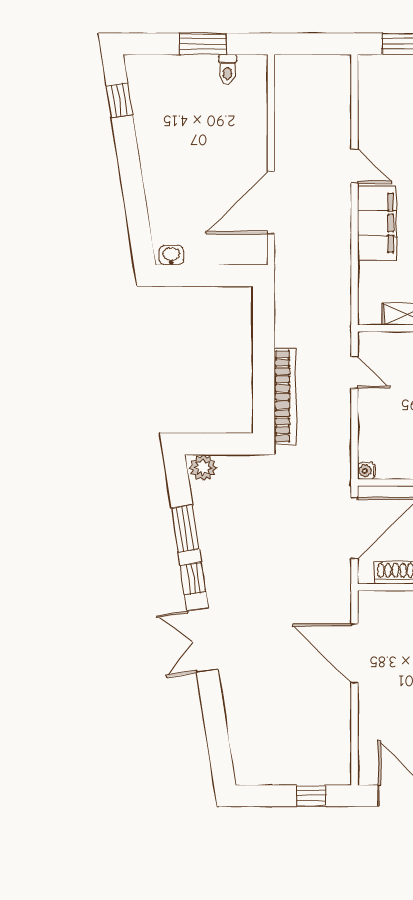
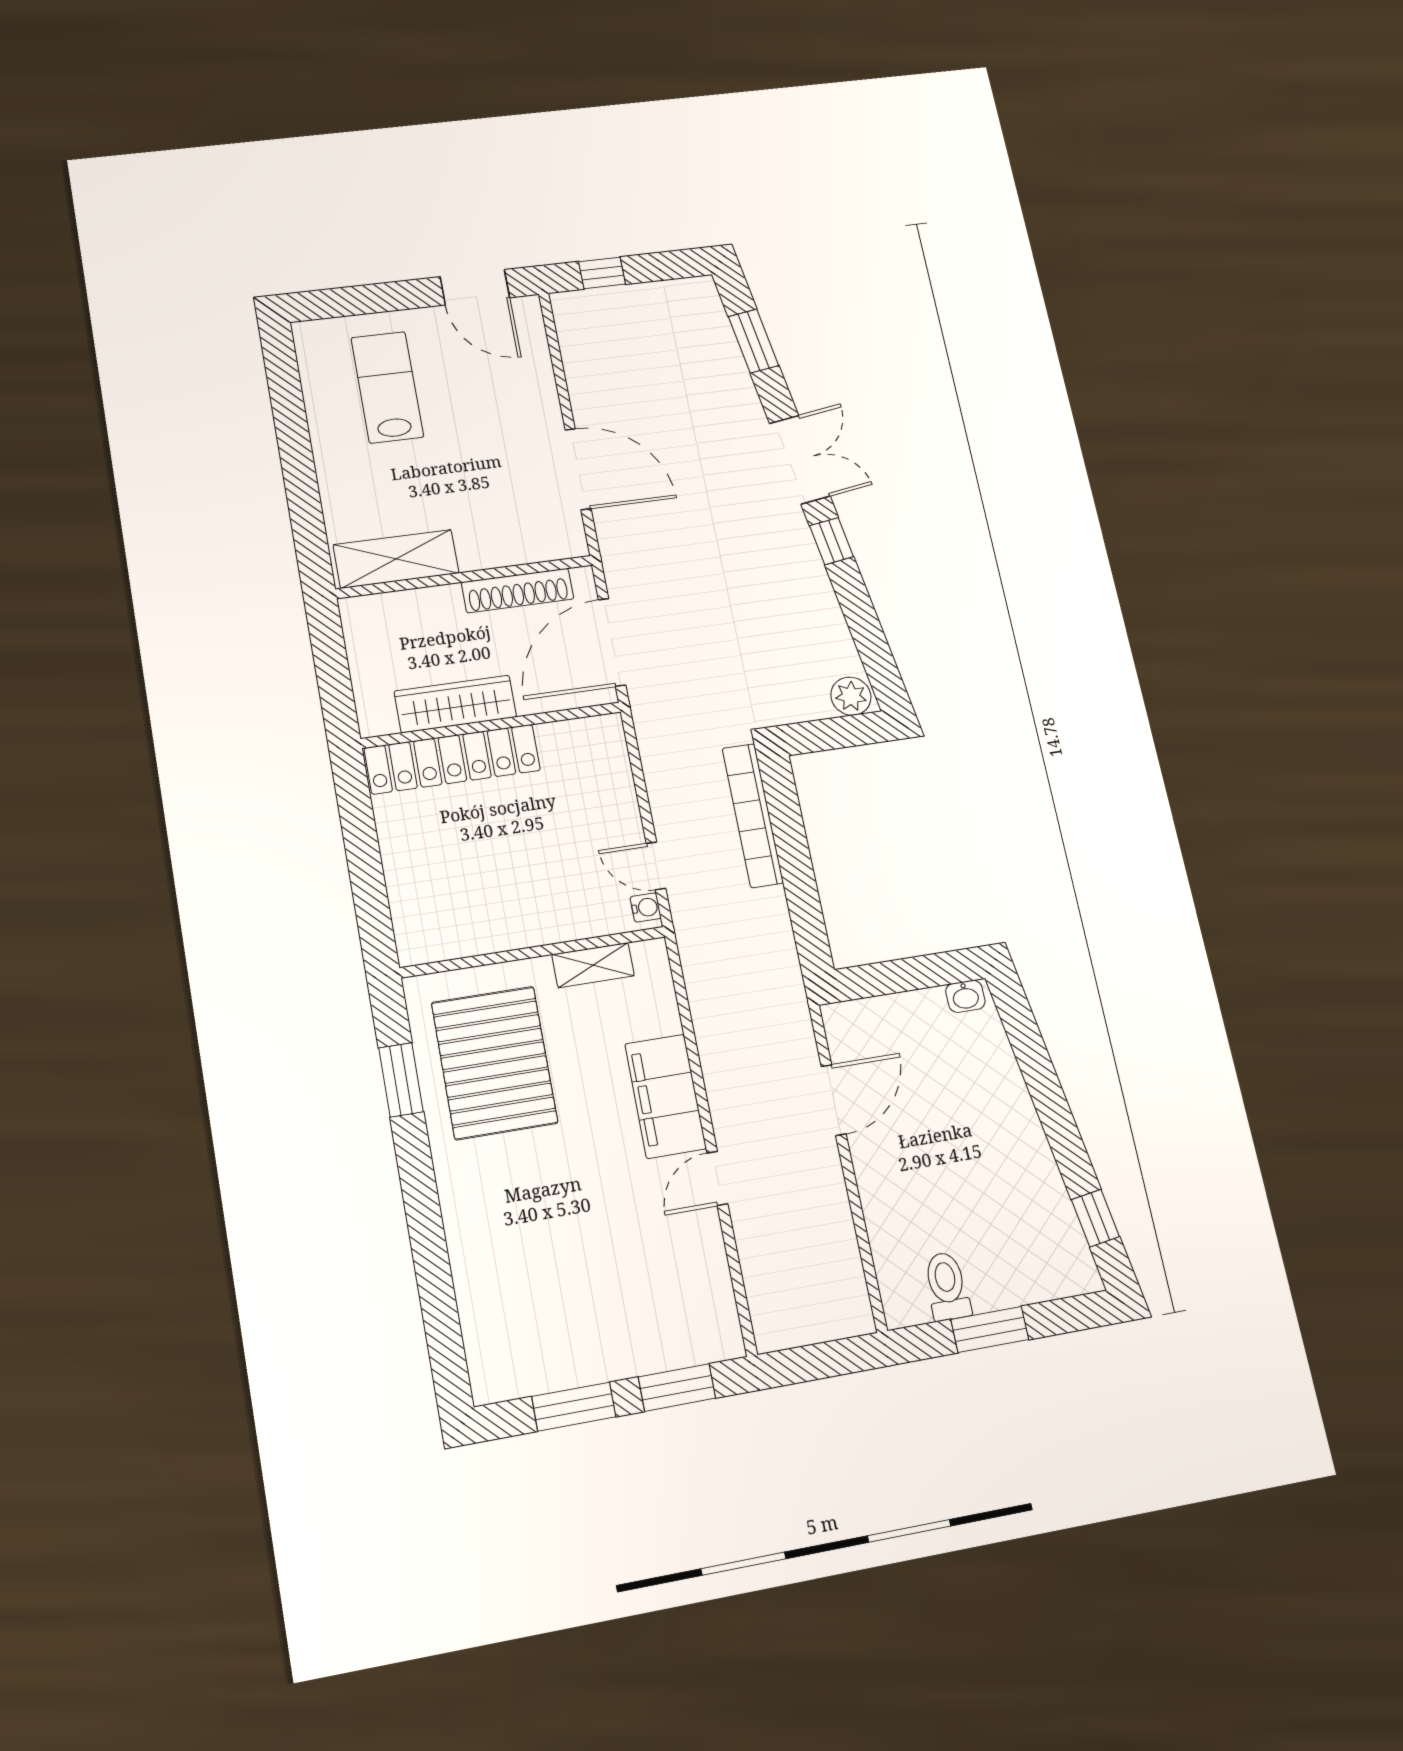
toilet: (227, 69) -> (947, 1286), width x1.37, depth x1.39
door: (355, 166) -> (717, 1178), hinge flipped
door: (271, 203) -> (834, 1100), width x0.73
water cooler: (366, 471) -> (646, 907), moved
window: (185, 528) -> (753, 341), moved

